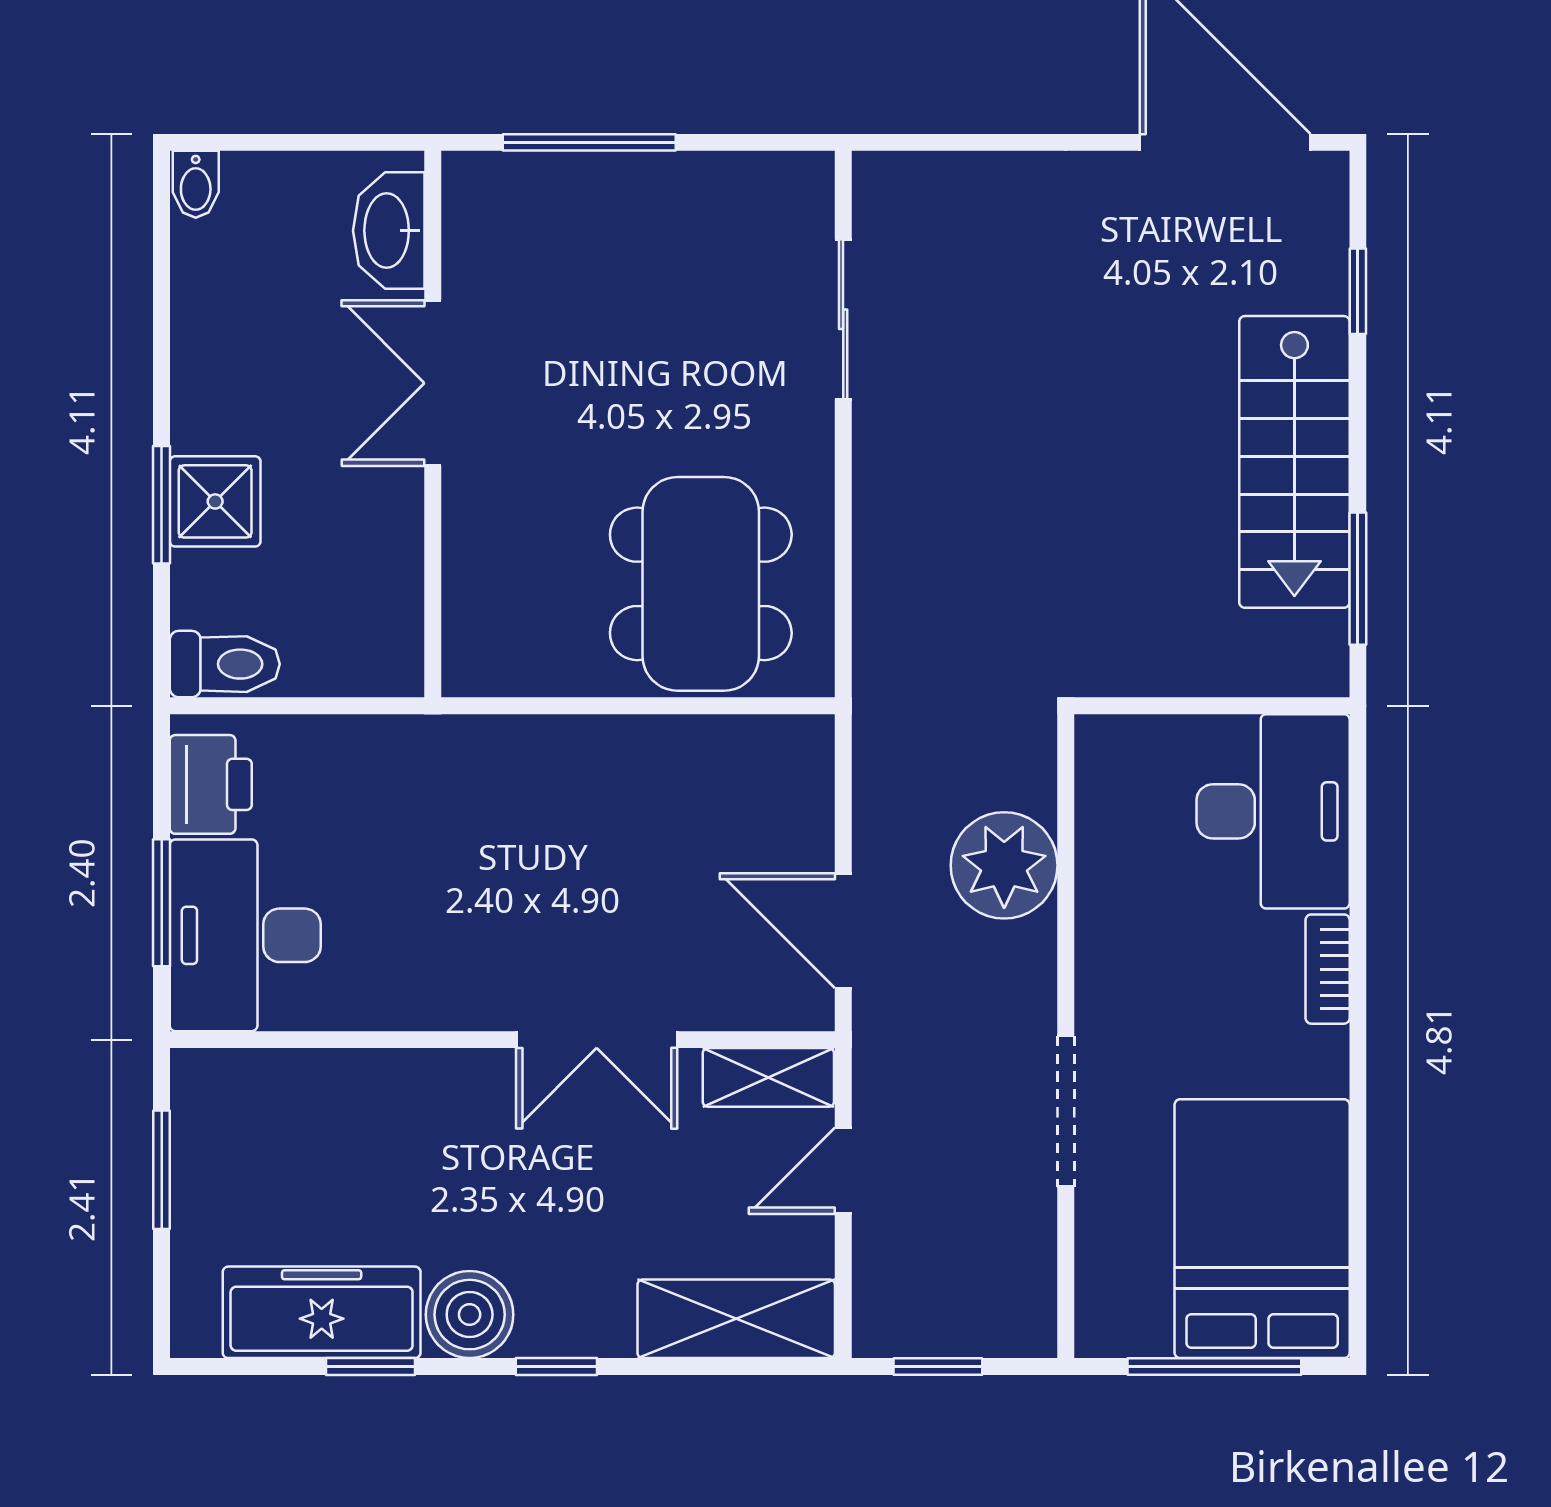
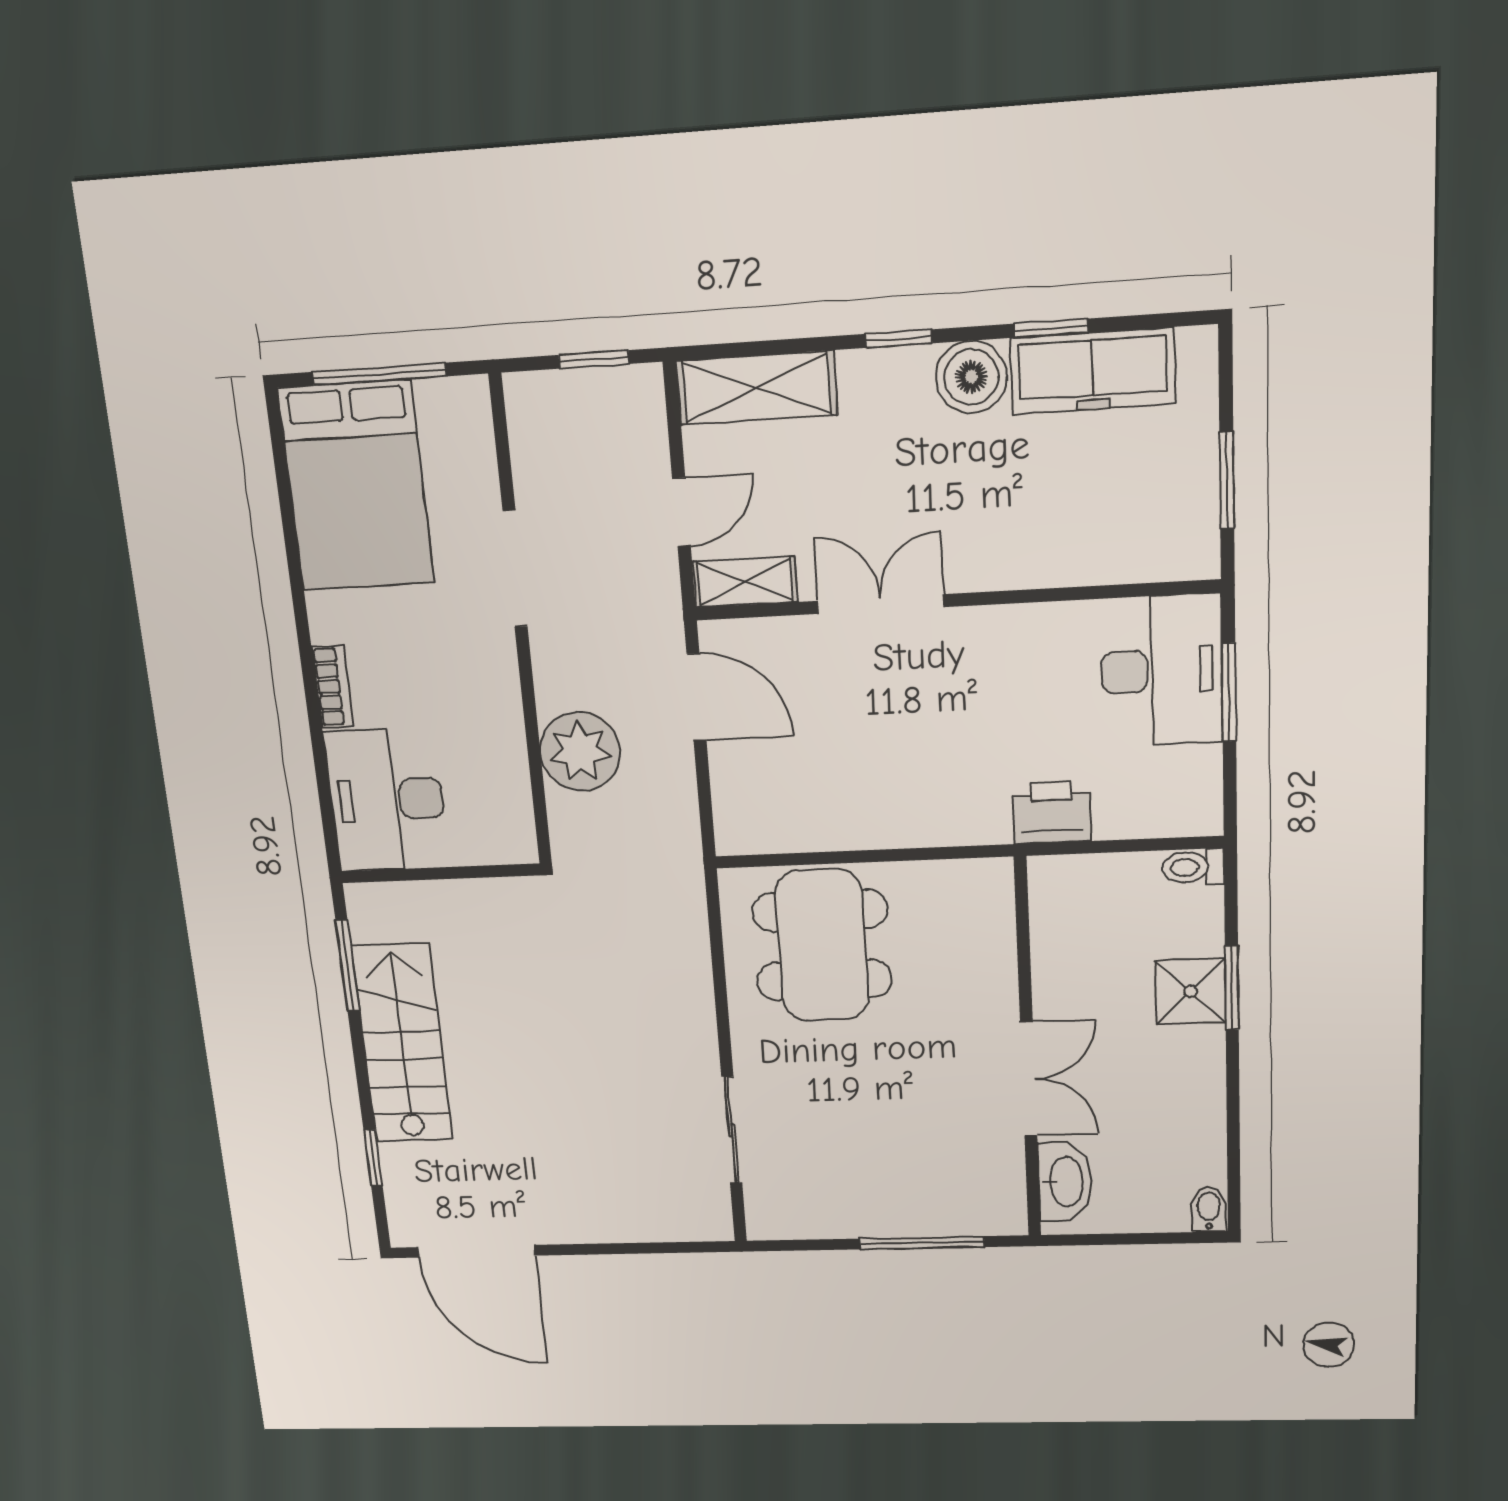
toilet: (225, 664) -> (1193, 867), width x0.73, depth x0.72
printer: (211, 784) -> (1051, 812), moved, turned 90

